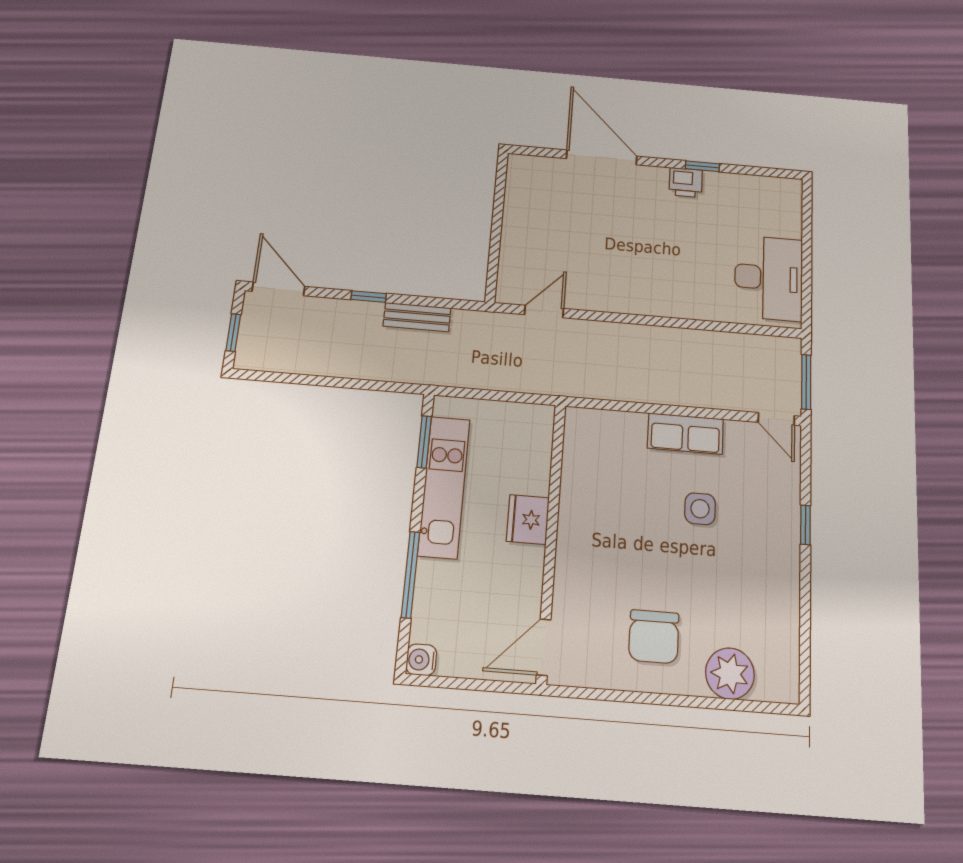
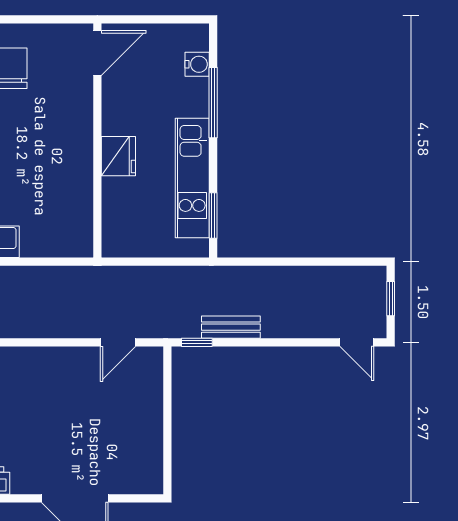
door: (278, 289) -> (357, 342), width x0.73
window: (369, 297) -> (197, 342), moved
water cooler: (421, 660) -> (197, 64), moved

